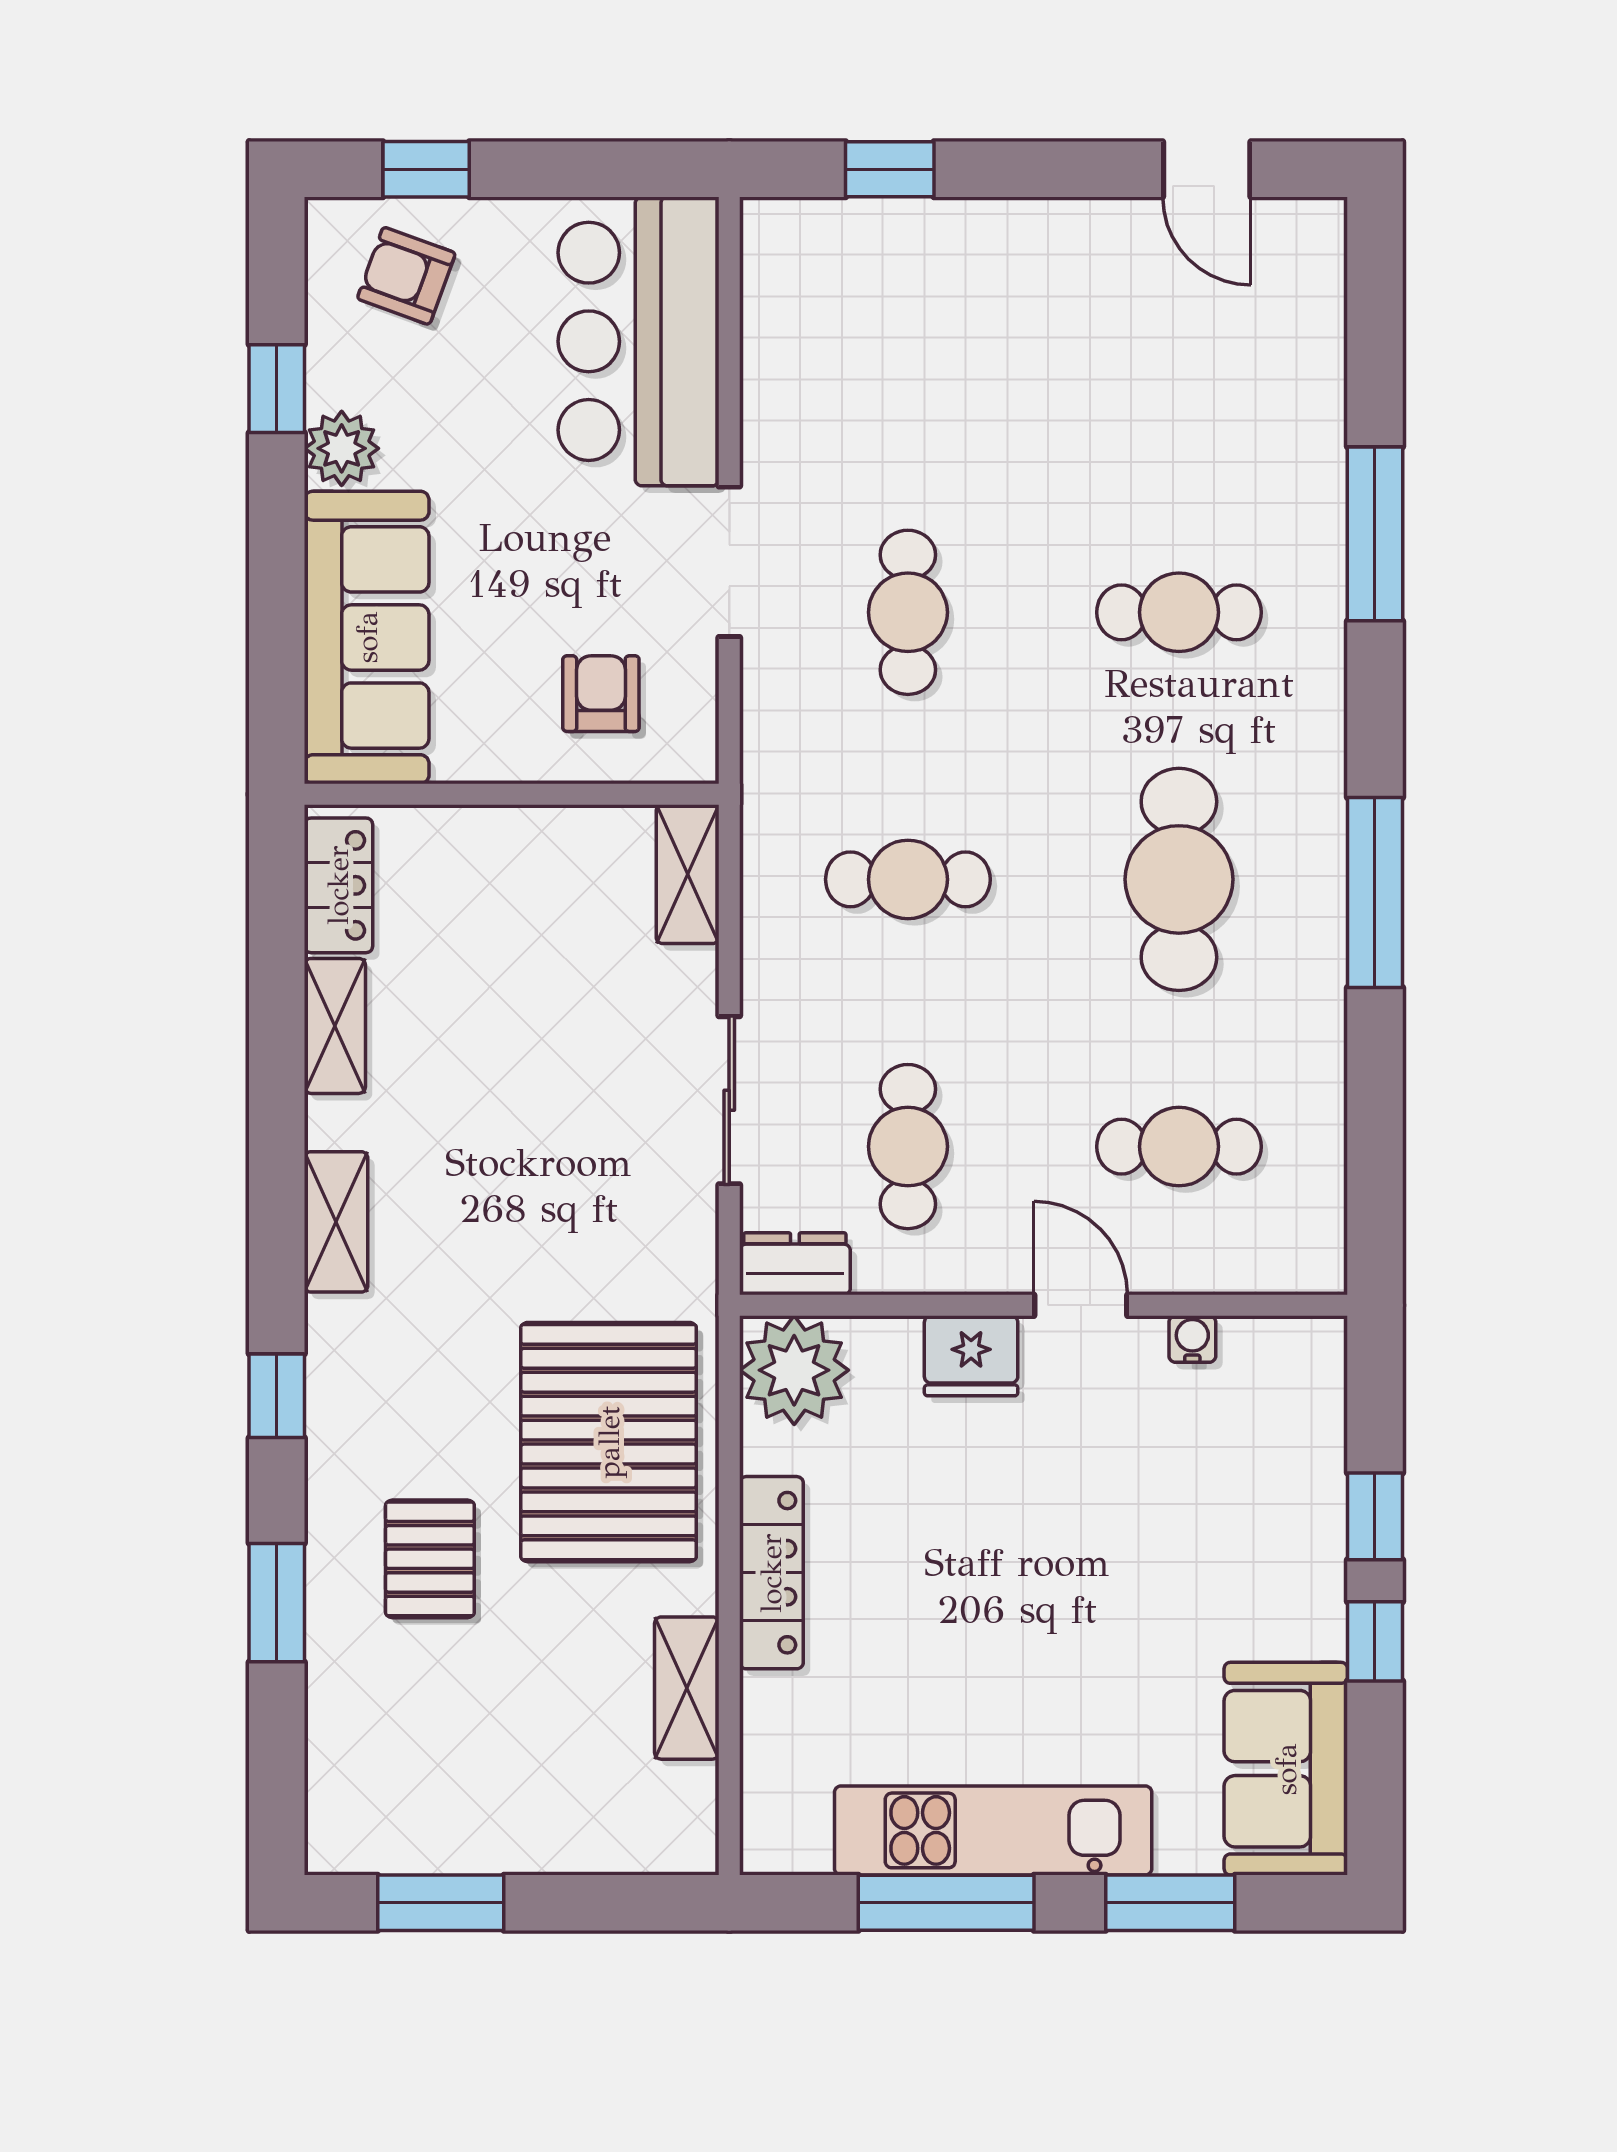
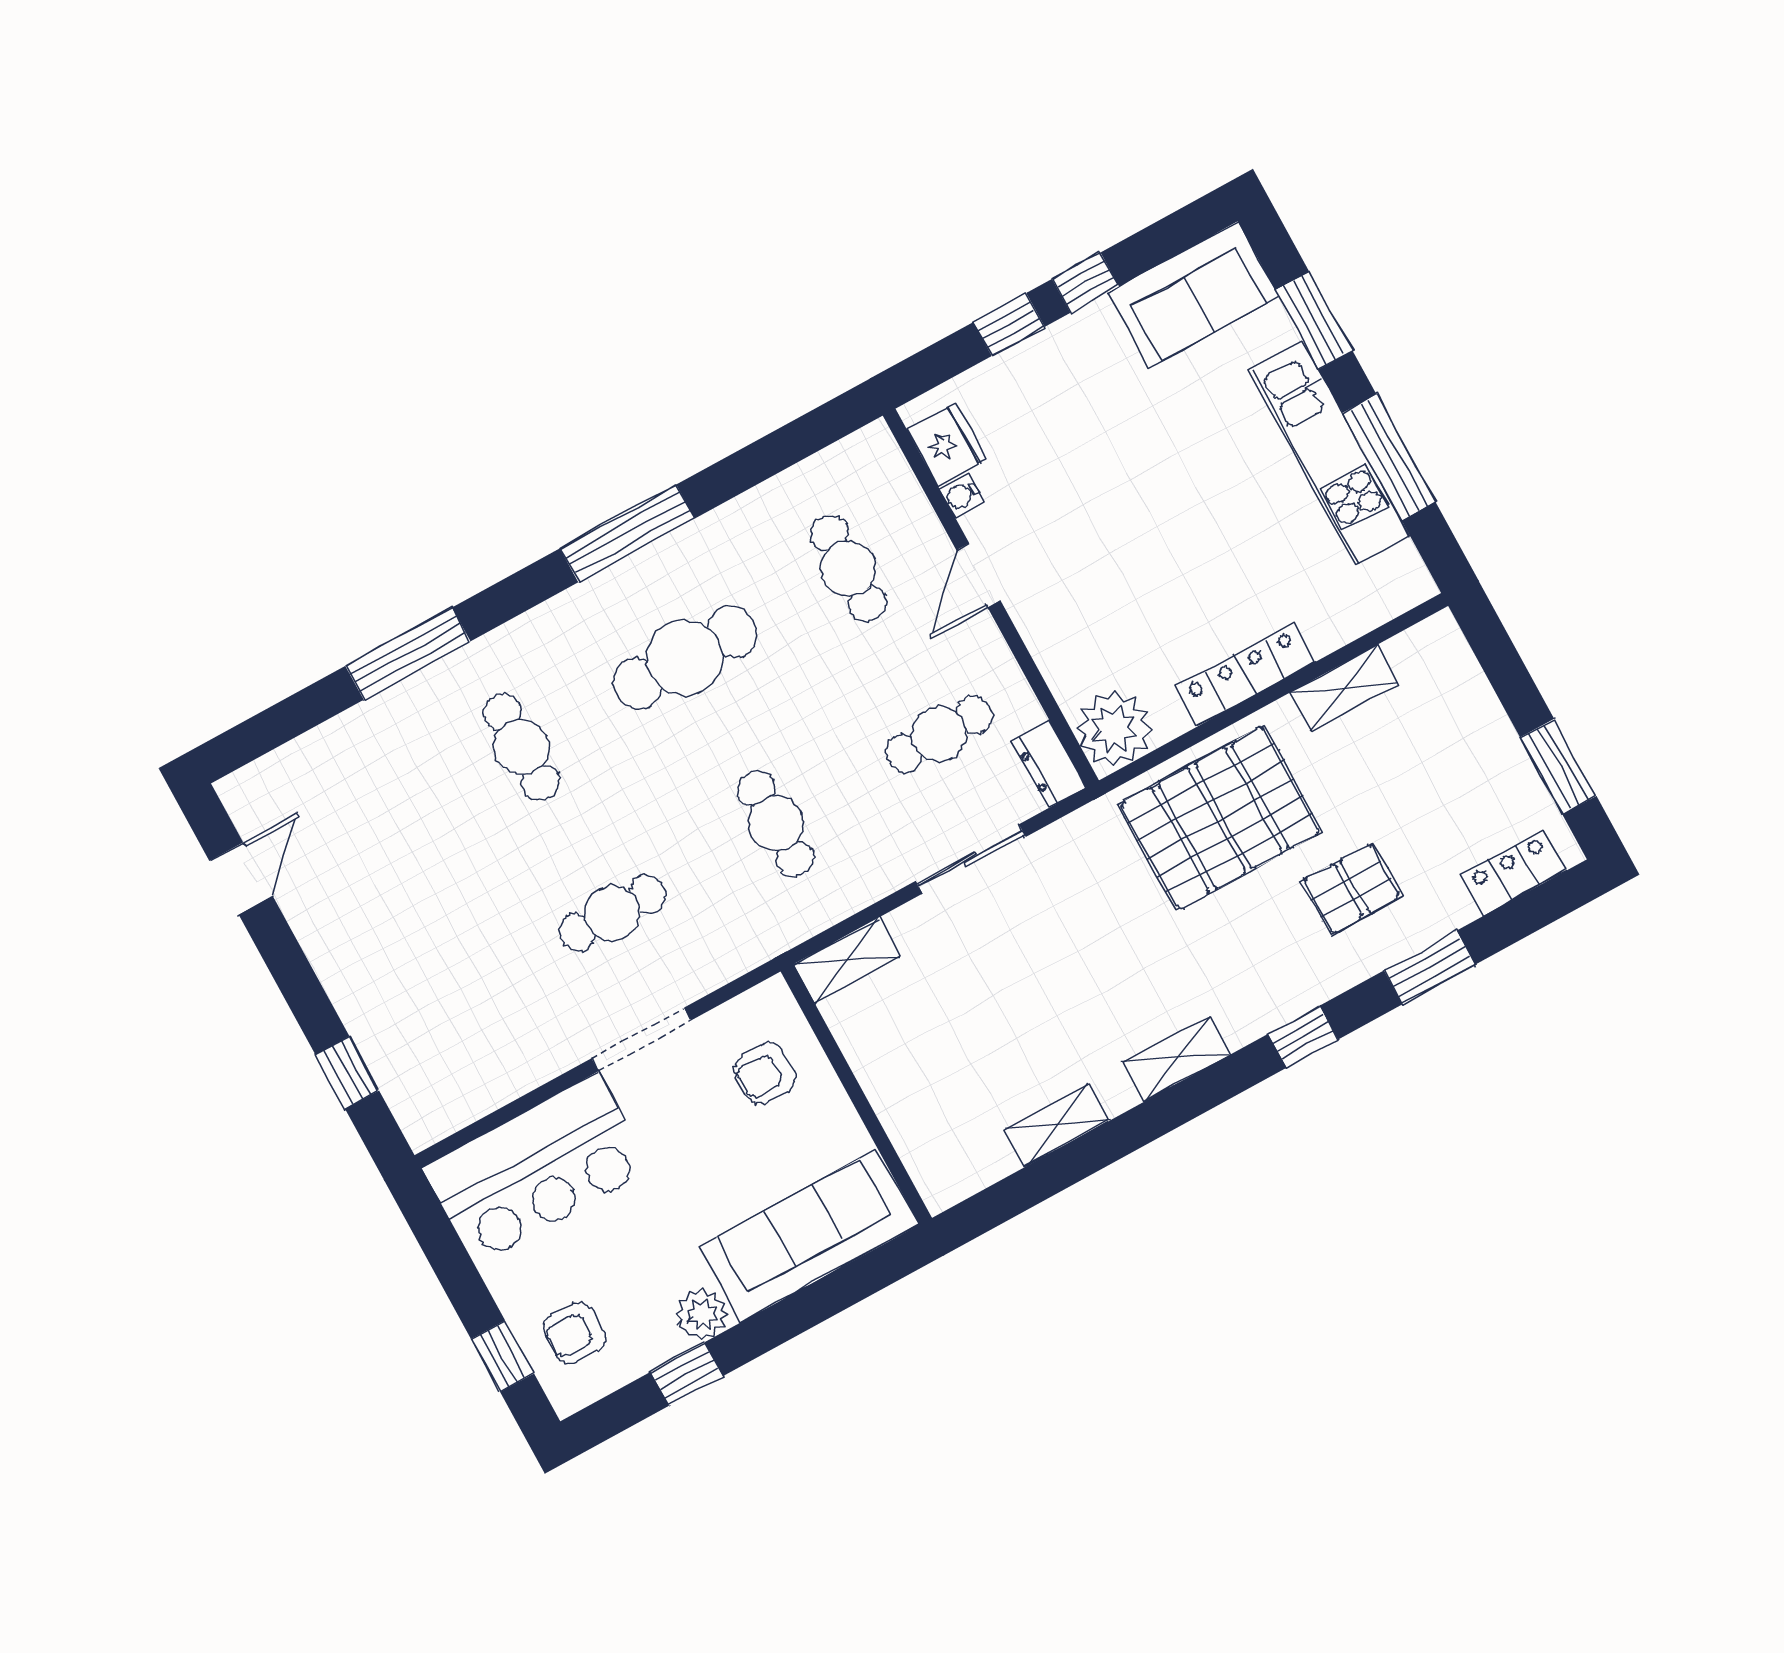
armchair: (406, 276) -> (574, 1333), turned 70
locker: (338, 885) -> (1513, 873), moved
fridge: (971, 1356) -> (947, 444), moved

